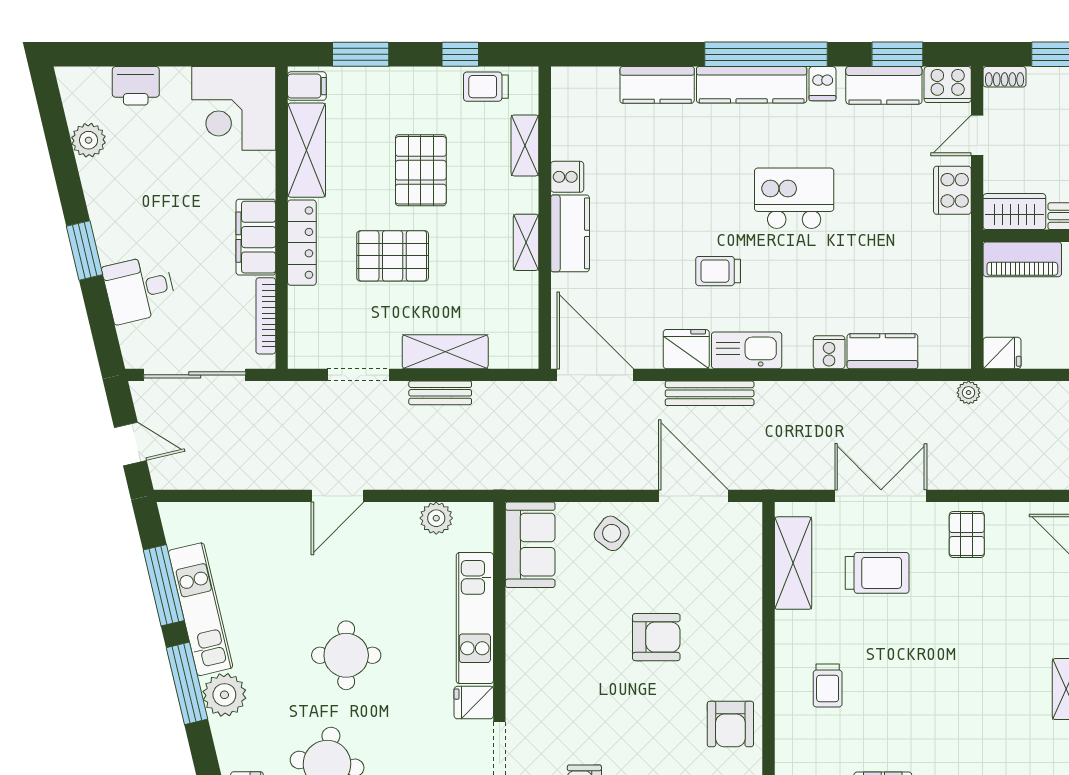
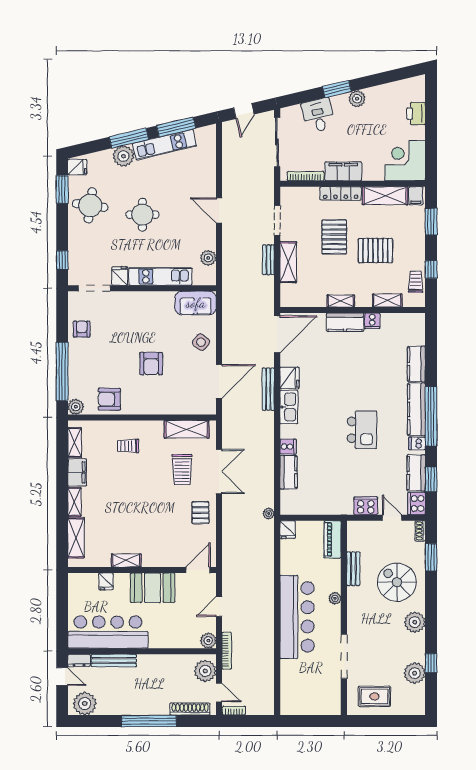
plant: (89, 140) -> (357, 99), moved
wardrobe: (1014, 212) -> (356, 536), removed
trolley: (718, 271) -> (327, 393), removed
pallet: (967, 535) -> (200, 513), turned 90

